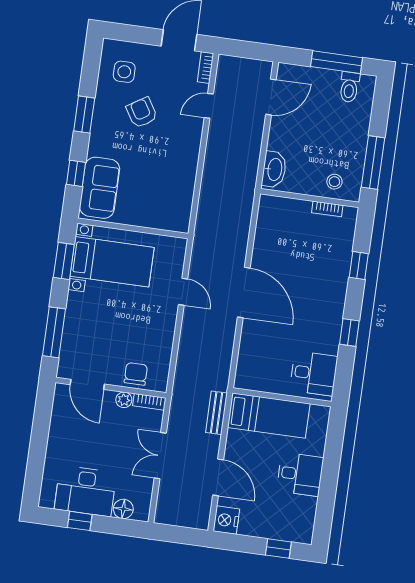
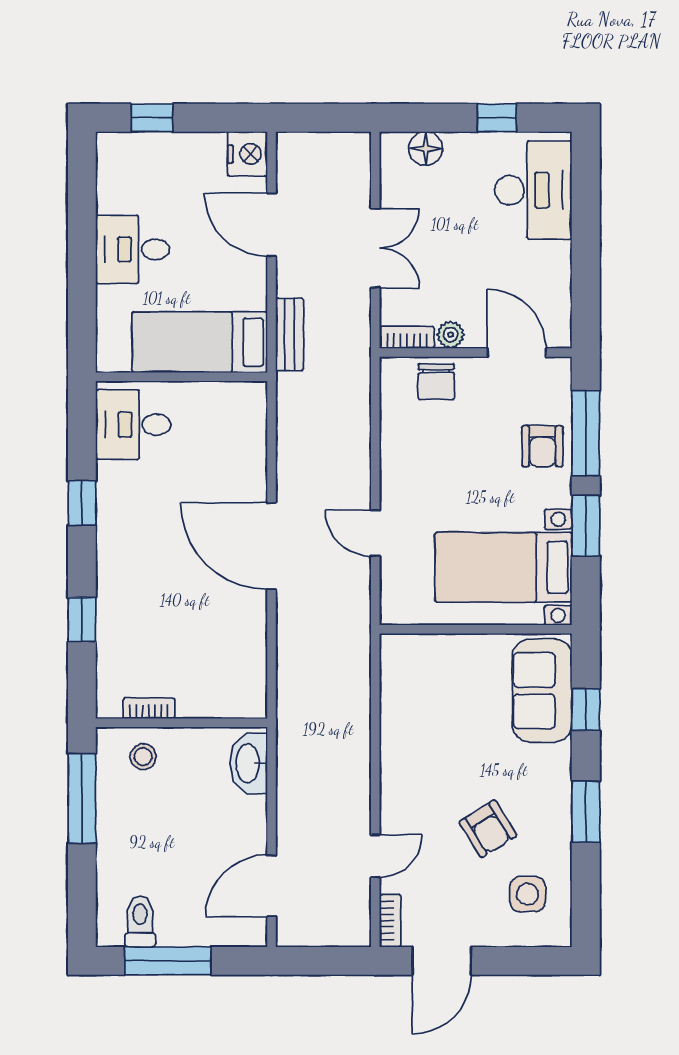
window: (64, 261) -> (586, 526), moved
armchair: (80, 328) -> (542, 446), added
desk: (85, 491) -> (533, 190), moved, turned 90

